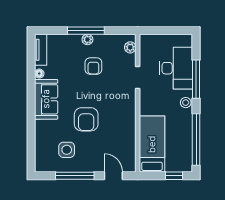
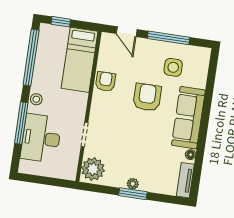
window: (86, 31) -> (133, 194), width x0.69
plant: (130, 47) -> (93, 169), width x1.88, depth x1.88
armchair: (93, 66) -> (106, 81), moved
sofa: (46, 99) -> (188, 118), width x1.36

